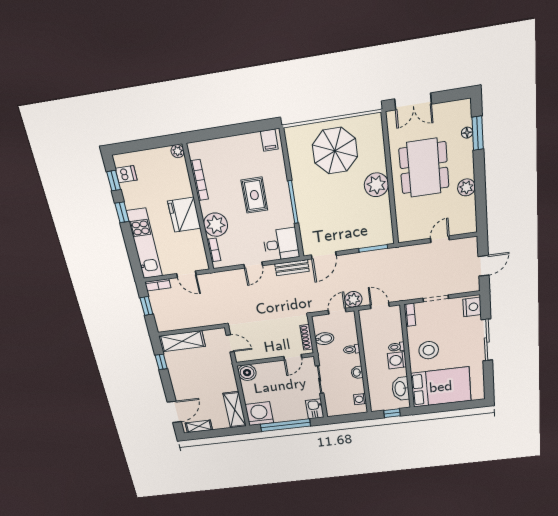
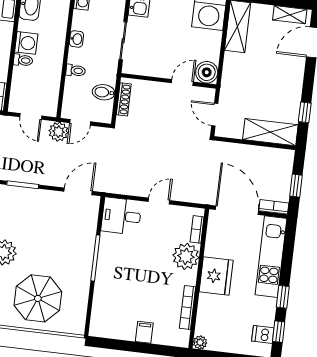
filing cabinet: (269, 140) -> (144, 332), moved
rug: (254, 195) -> (134, 276), removed
bench: (292, 268) -> (117, 187), removed
door: (186, 274) -> (237, 210), width x1.87
door: (293, 357) -> (182, 82), moved

